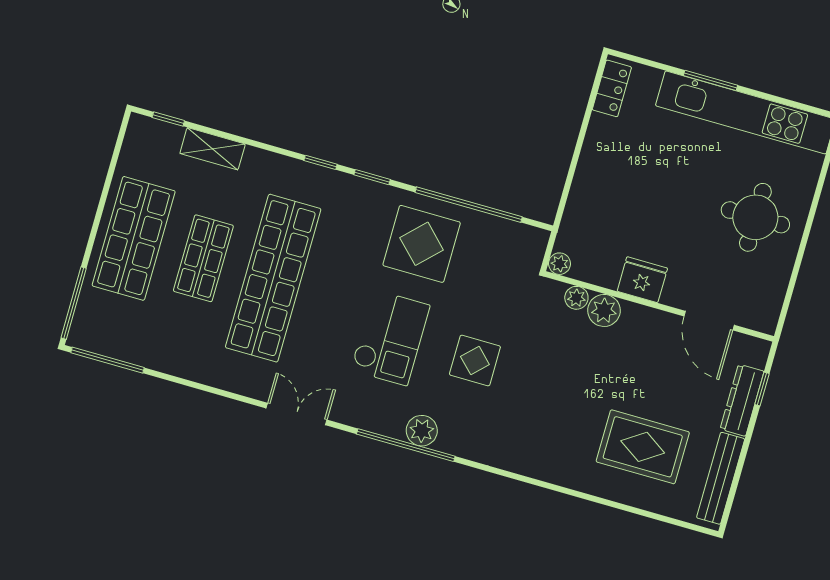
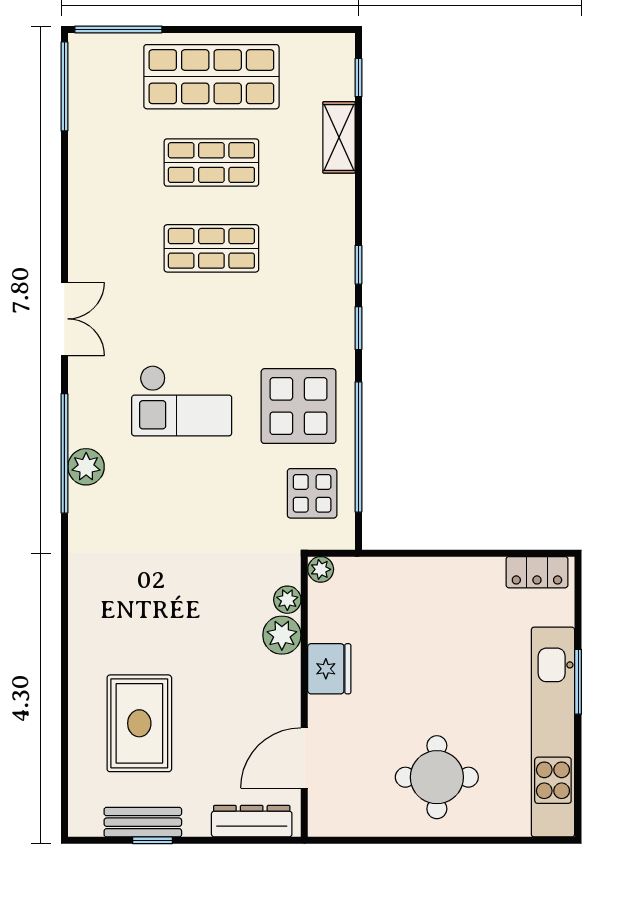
shop shelf: (273, 278) -> (211, 248), width x0.50, depth x0.74
display table: (475, 361) -> (312, 493), moved
window: (762, 389) -> (153, 840), moved
dresser: (742, 400) -> (252, 821), moved
bench: (721, 478) -> (143, 822), width x0.73

